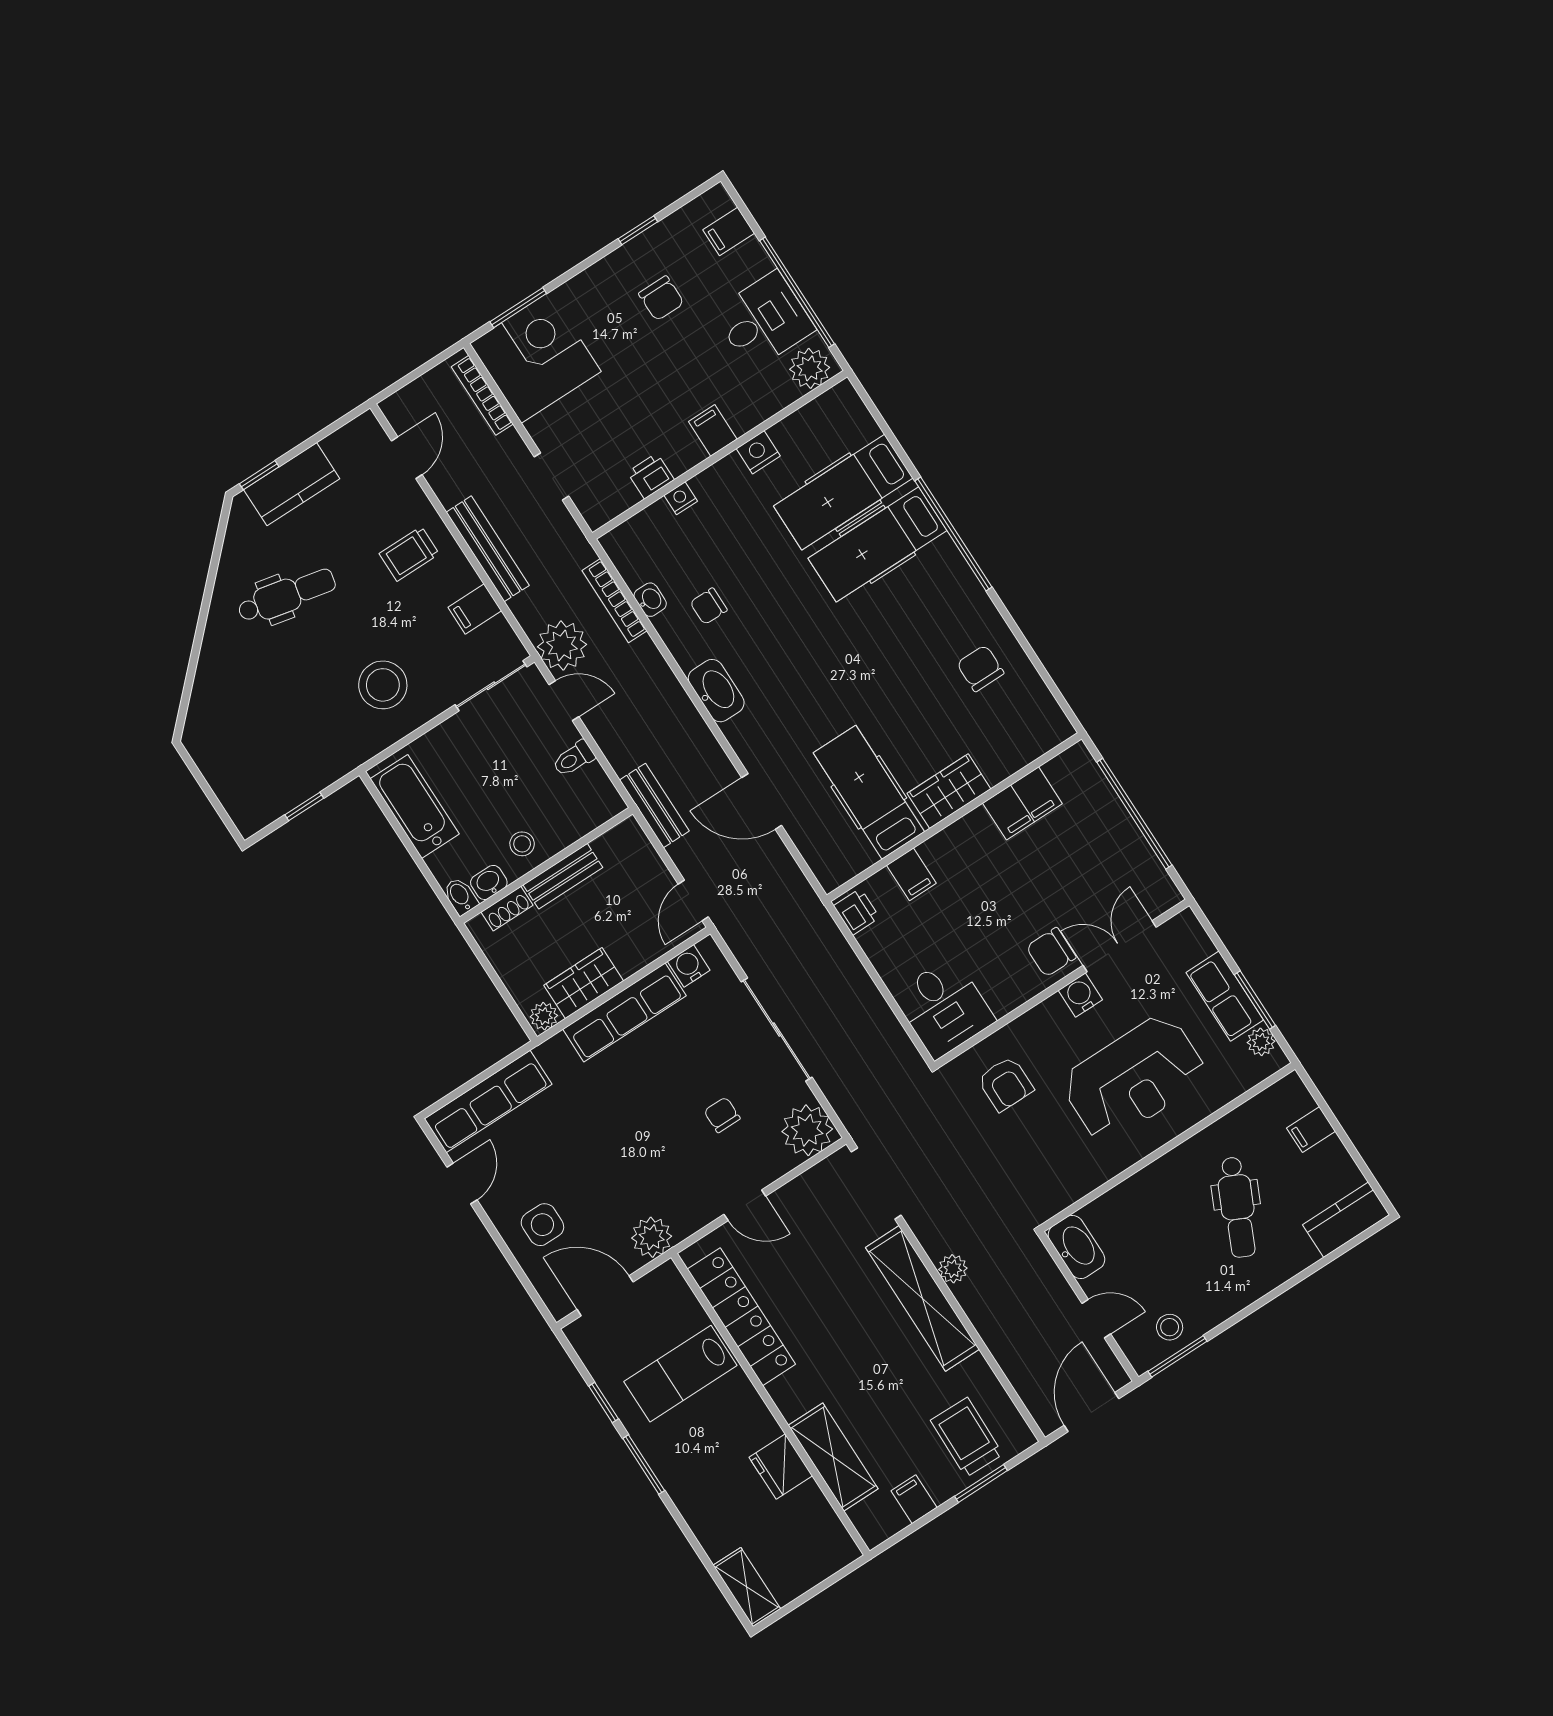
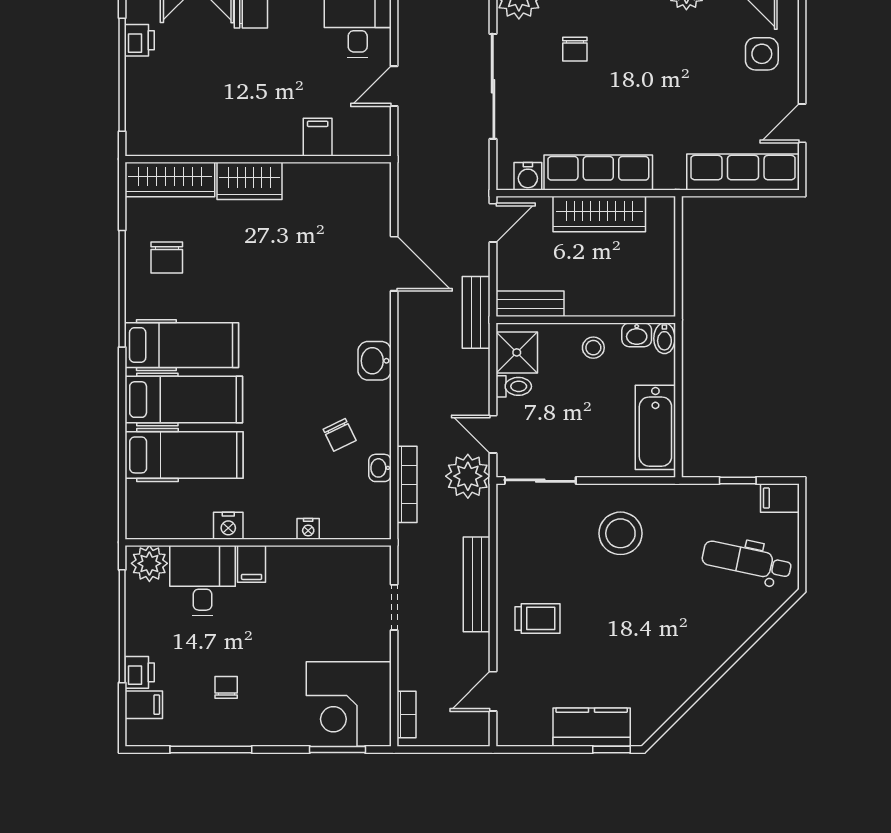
window: (638, 230) -> (211, 749), width x2.17
chair: (661, 298) -> (226, 687), width x0.73, depth x0.73
desk: (764, 320) -> (203, 581), moved, turned 90
bookcase: (482, 395) -> (407, 714), width x0.64
printer: (651, 476) -> (140, 672), moved, turned -90
window: (953, 534) -> (122, 289), moved
dental chair: (287, 595) -> (747, 561), moved
chair: (709, 606) -> (340, 435), turned 64
filing cabinet: (475, 609) -> (780, 498), moved, turned 180
washbasin: (716, 691) -> (375, 361), width x0.72
wardrobe: (1025, 744) -> (170, 179), added
shower: (591, 792) -> (517, 352), added
hospital bed: (869, 792) -> (182, 345), moved, turned -90
filing cabinet: (1022, 803) -> (201, 136), removed
bench: (563, 876) -> (530, 304), moved
shoe rack: (507, 909) -> (636, 307), removed
printer: (857, 912) -> (140, 40), moved, turned 180
door: (870, 969) -> (394, 86), added
wardrobe: (584, 983) -> (599, 214), width x1.50
plant: (544, 1016) -> (660, 209), removed

